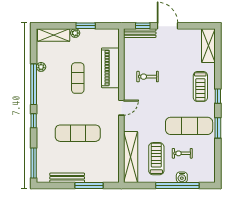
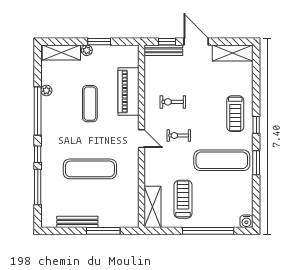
shelving: (208, 46) -> (233, 53), moved, turned 90
door: (121, 108) -> (142, 139), hinge flipped
exercise bike: (182, 153) -> (179, 135), moved
shelving: (131, 157) -> (152, 207), width x0.68
window: (34, 163) -> (38, 187), moved
water cooler: (182, 177) -> (246, 221), moved

